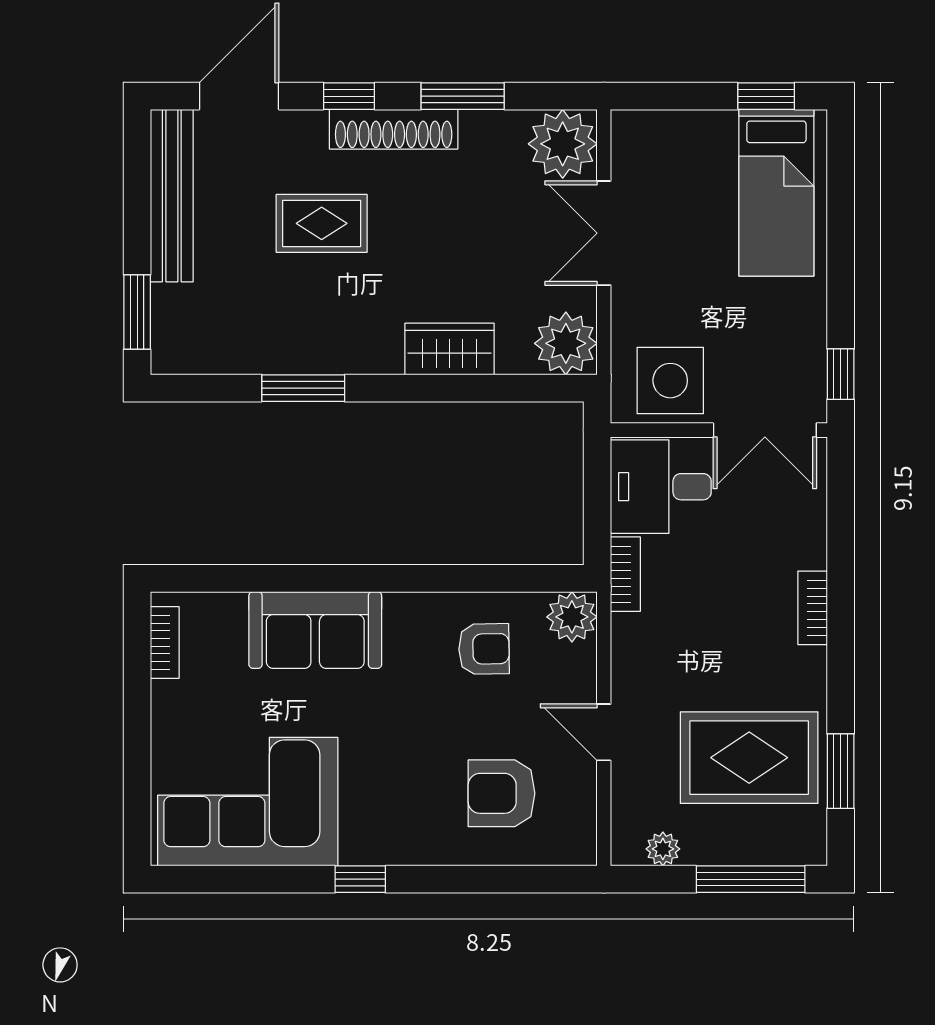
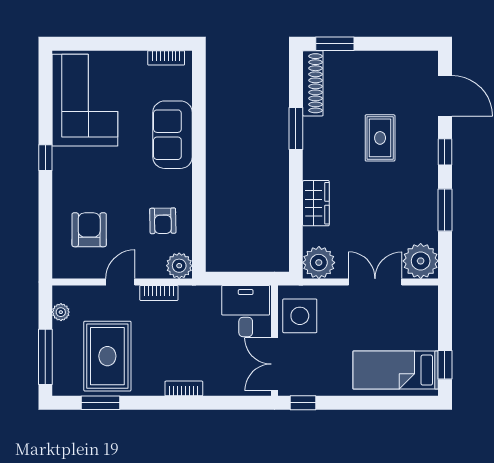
shoe rack: (394, 129) -> (313, 83), moved, turned 180
bench: (172, 196) -> (394, 61), removed
bookcase: (625, 574) -> (159, 293), moved

